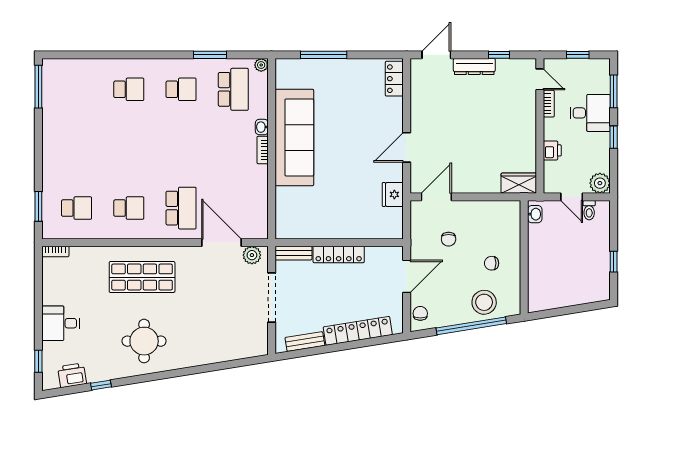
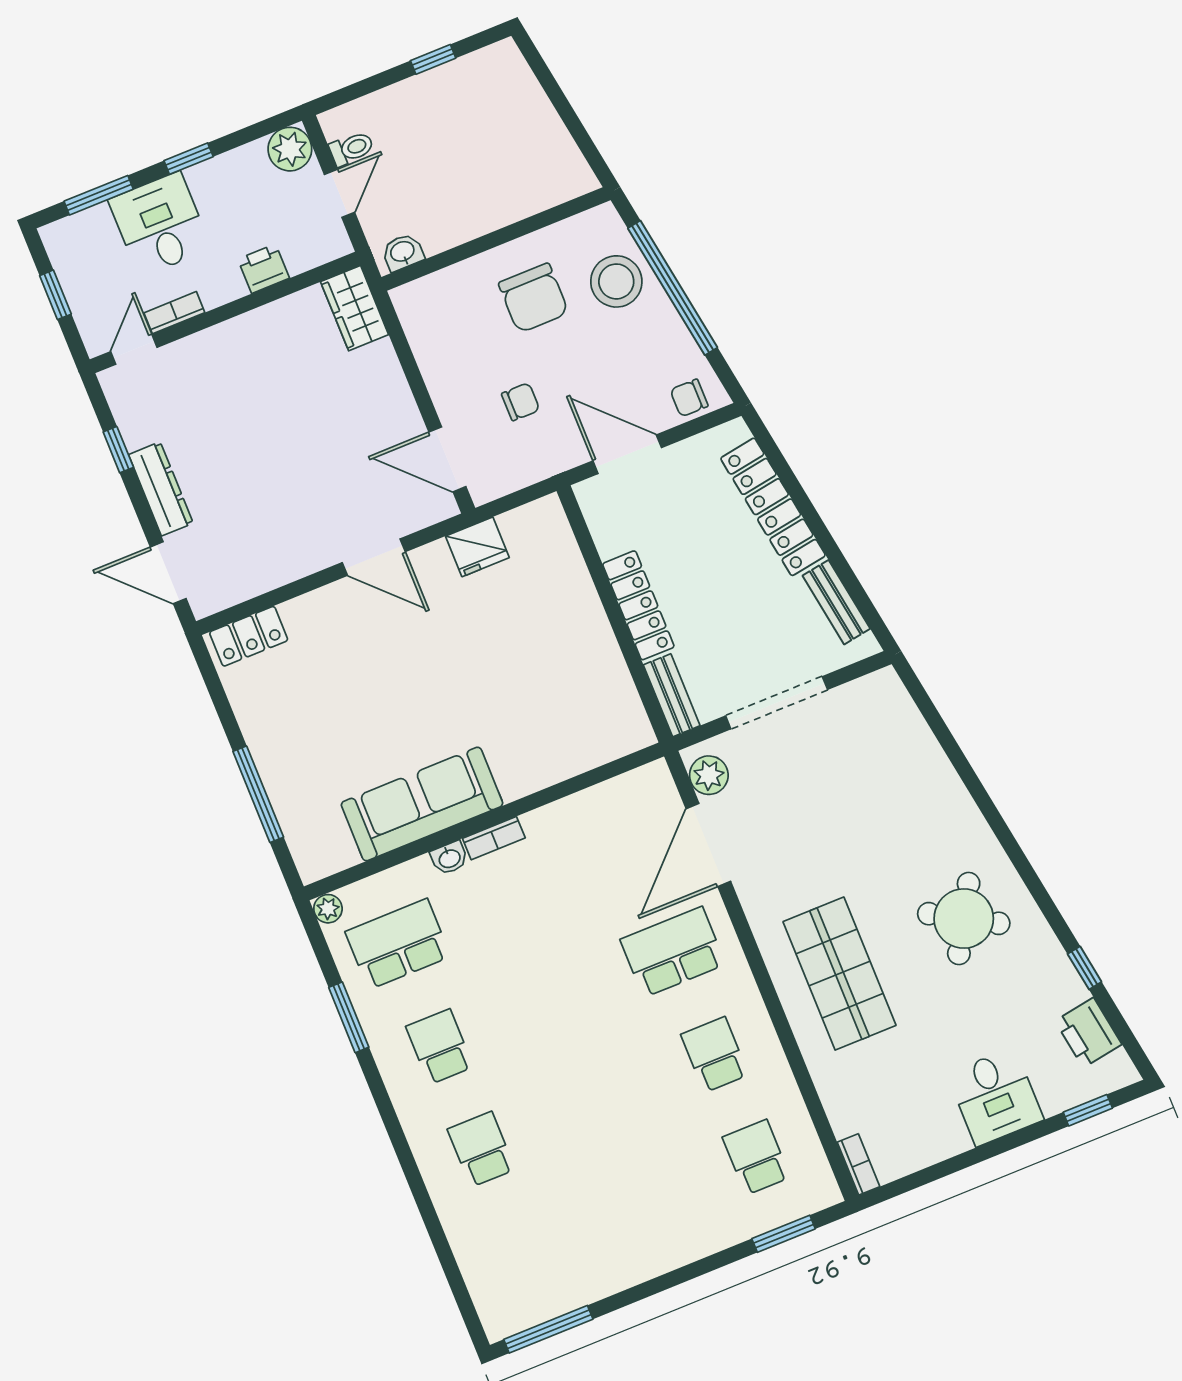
sofa: (294, 137) -> (422, 804), width x0.74, depth x0.79
chair: (492, 263) -> (533, 298), width x1.87, depth x1.87
round table: (144, 341) -> (964, 919), turned 30

